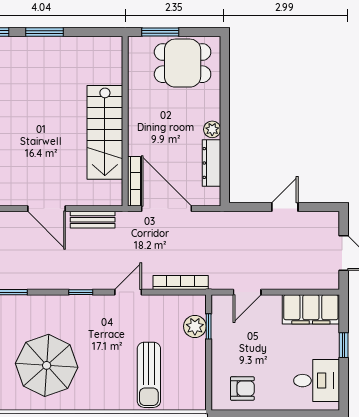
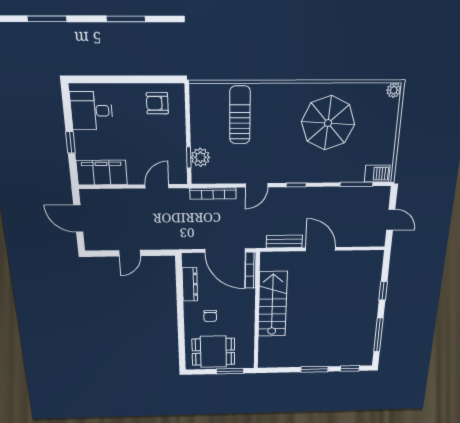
chair: (186, 117) -> (210, 316), added
plant: (212, 129) -> (190, 308), removed

